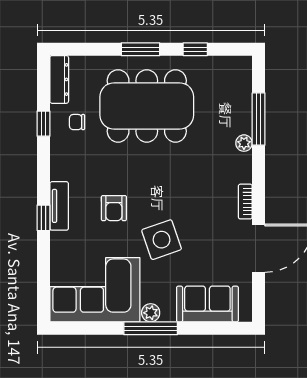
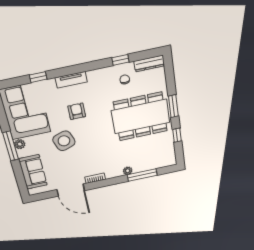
dining table: (147, 106) -> (141, 117), turned 90
armchair: (114, 208) -> (77, 111), turned 90
window: (44, 218) -> (38, 77), moved

